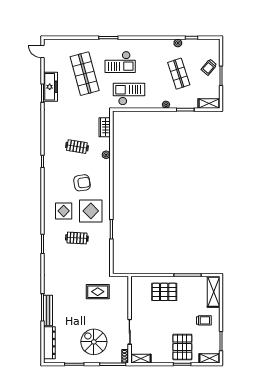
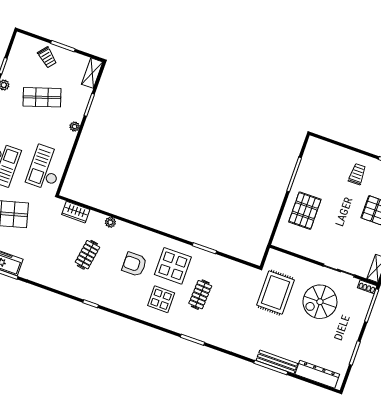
armchair: (82, 183) -> (134, 264), turned -81
rug: (98, 292) -> (276, 292), width x1.36, depth x1.43
shelving: (214, 292) -> (326, 150), removed
spiral stairs: (94, 342) -> (320, 302), moved

